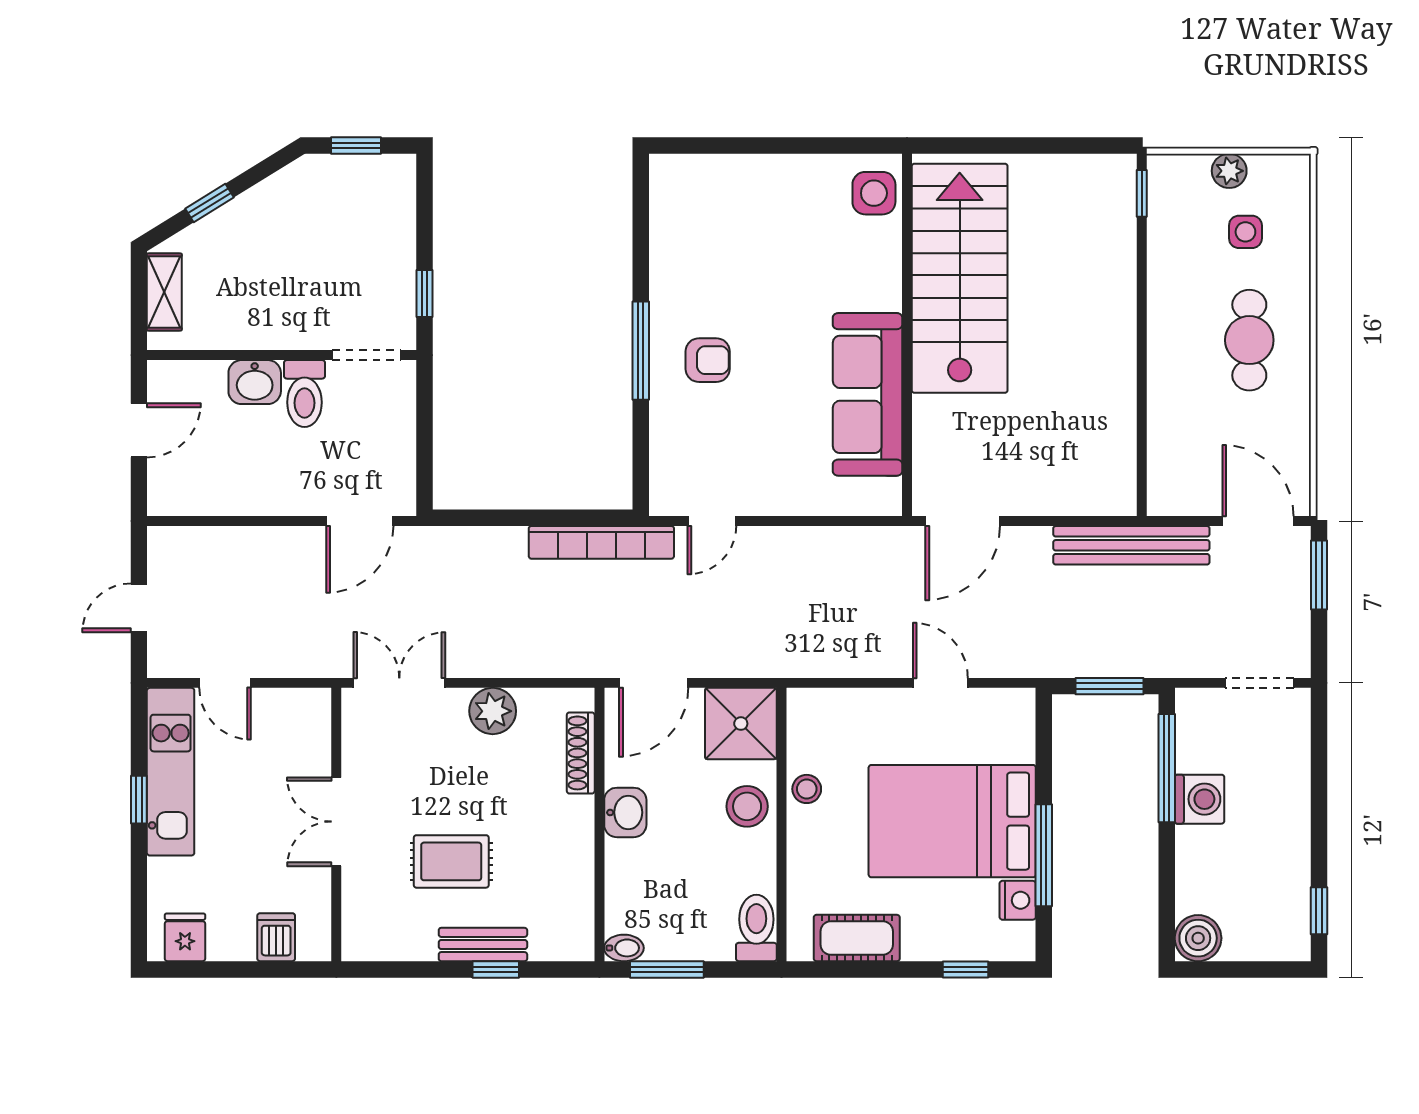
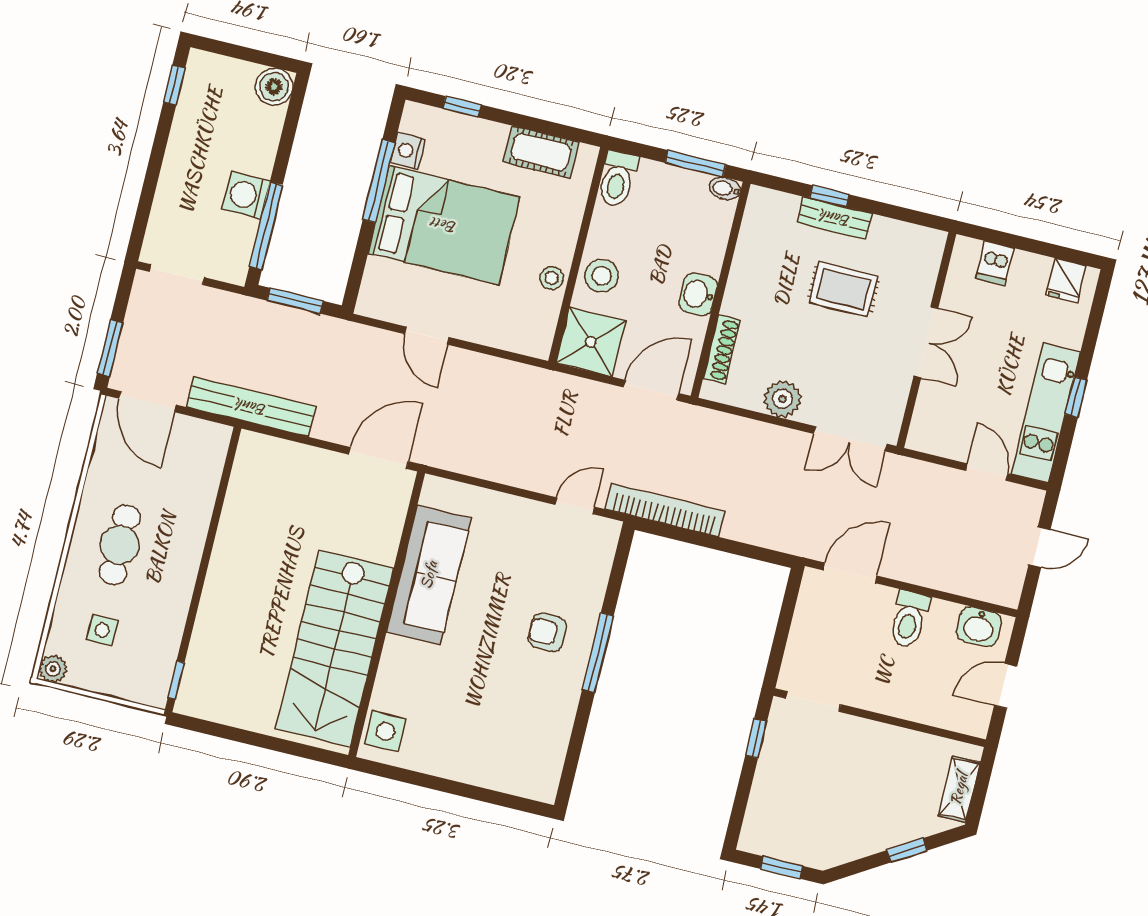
plant: (1229, 171) -> (53, 669), moved
washbasin: (255, 382) -> (979, 627), moved, turned 180
toilet: (304, 394) -> (909, 619), moved, turned 180

